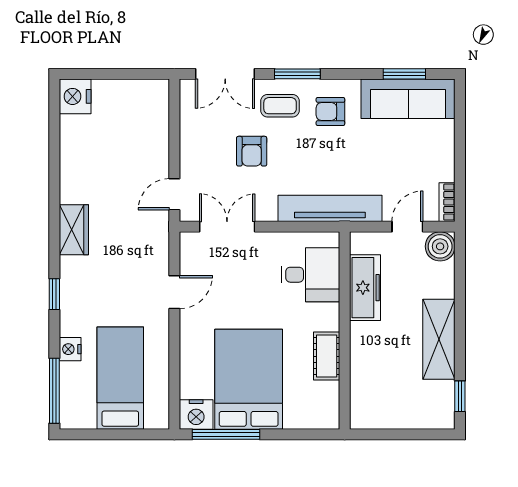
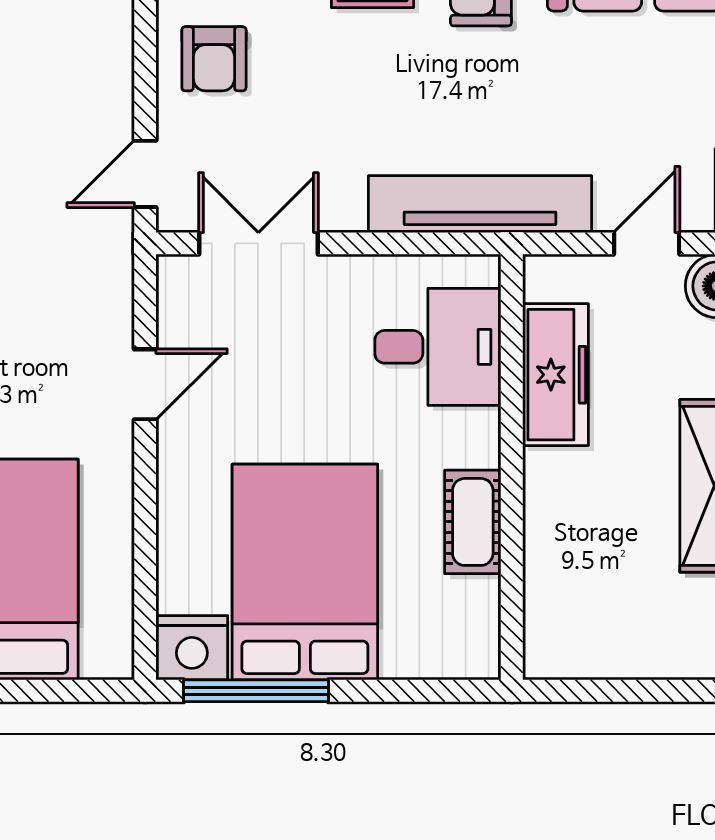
armchair: (252, 151) -> (214, 59), moved

